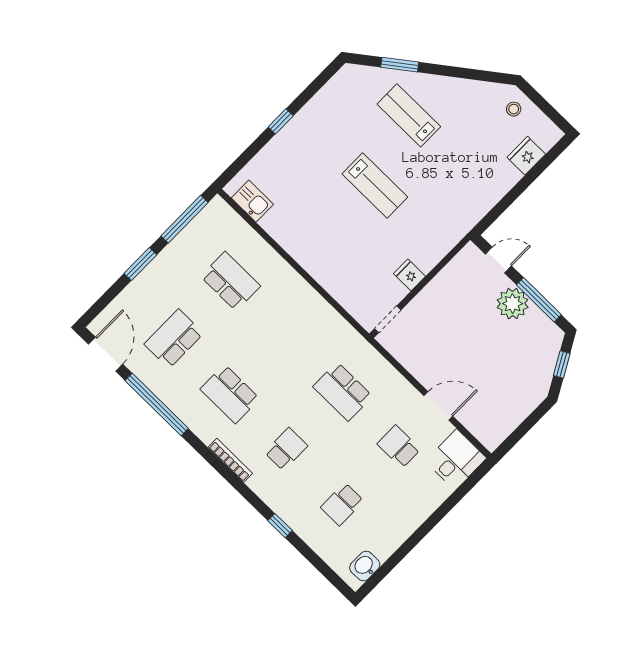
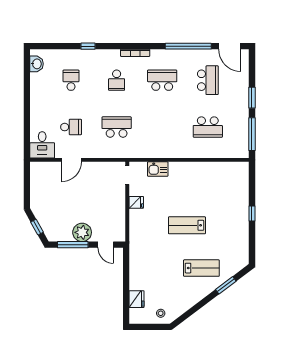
kitchen sink: (252, 201) -> (158, 169), moved
door: (498, 260) -> (106, 245), hinge flipped

